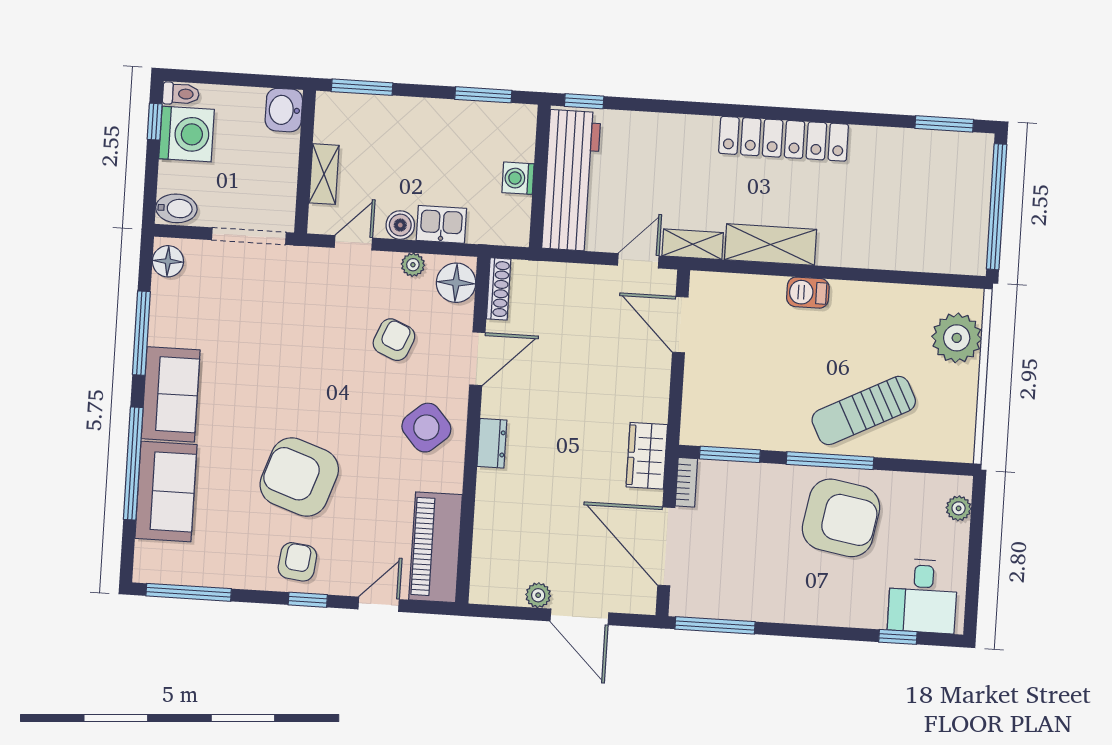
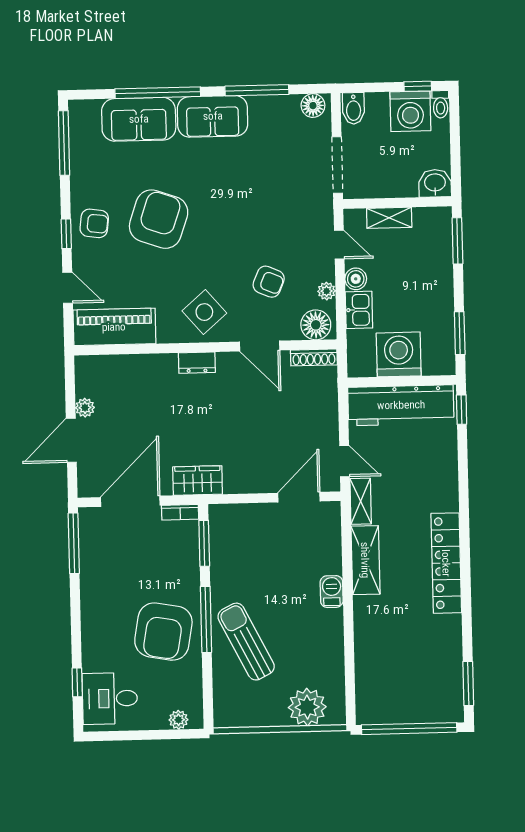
washing machine: (518, 178) -> (399, 354), width x1.89, depth x1.89

